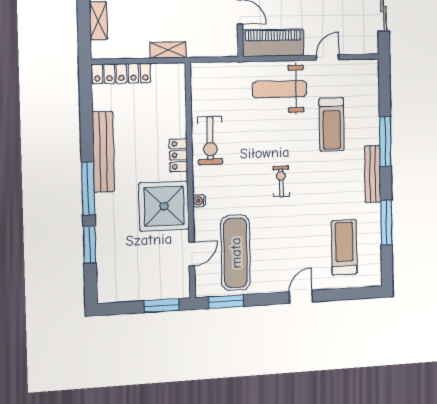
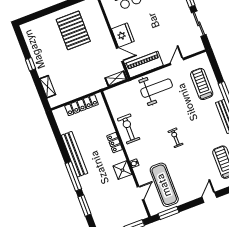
shelving: (168, 50) -> (116, 79), moved
locker: (121, 73) -> (82, 105), moved
weight bench: (280, 89) -> (157, 88), turned 180
treadmill: (332, 124) -> (202, 84), moved, turned 180
exercise bike: (210, 141) -> (129, 129), turned 180
shower: (164, 206) -> (122, 170), width x0.54, depth x0.54

